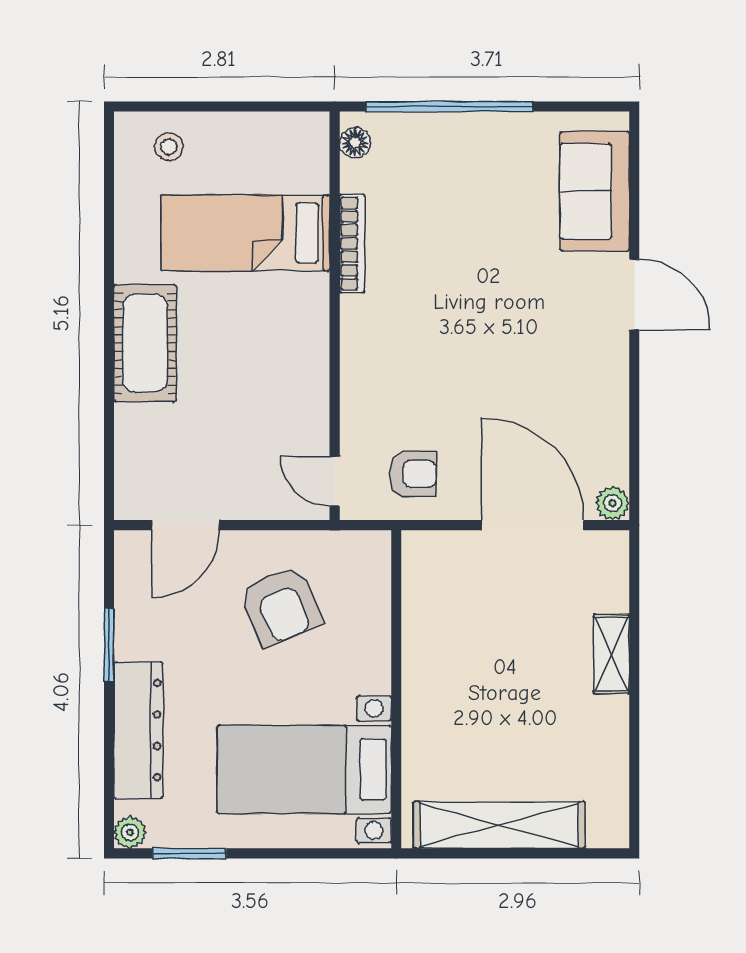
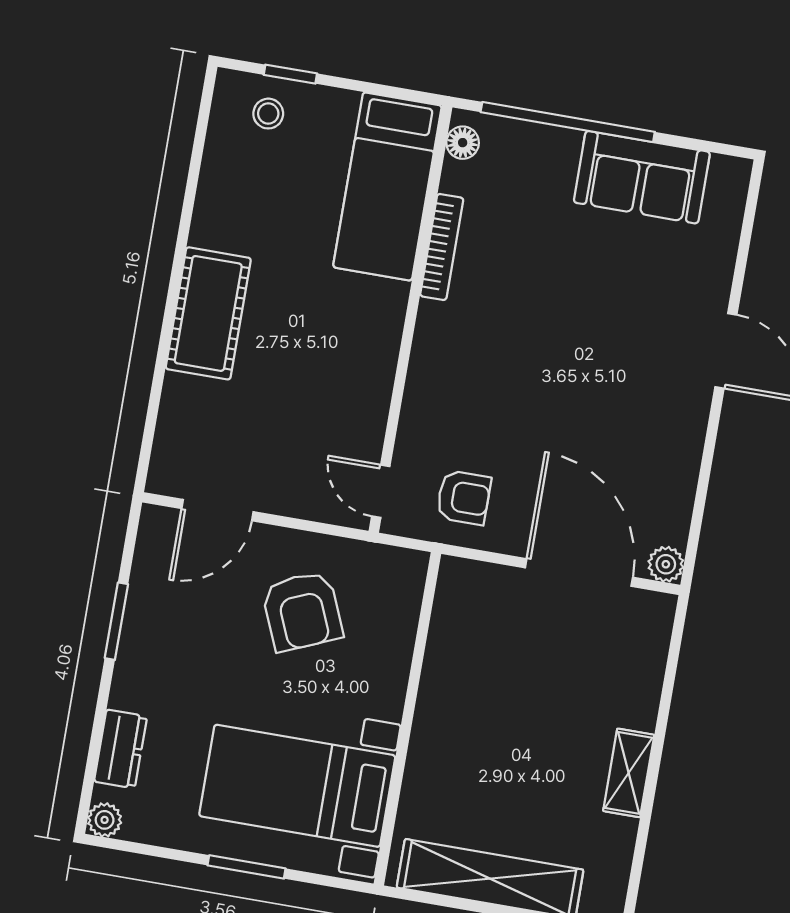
window: (183, 106) -> (290, 74), added
sofa: (595, 191) -> (642, 177), moved, turned -90
bed: (246, 233) -> (387, 186), moved, turned -90
shelving: (611, 654) -> (629, 773), moved
dresser: (138, 730) -> (121, 749), width x0.51, depth x0.80
window: (189, 853) -> (247, 867), moved

